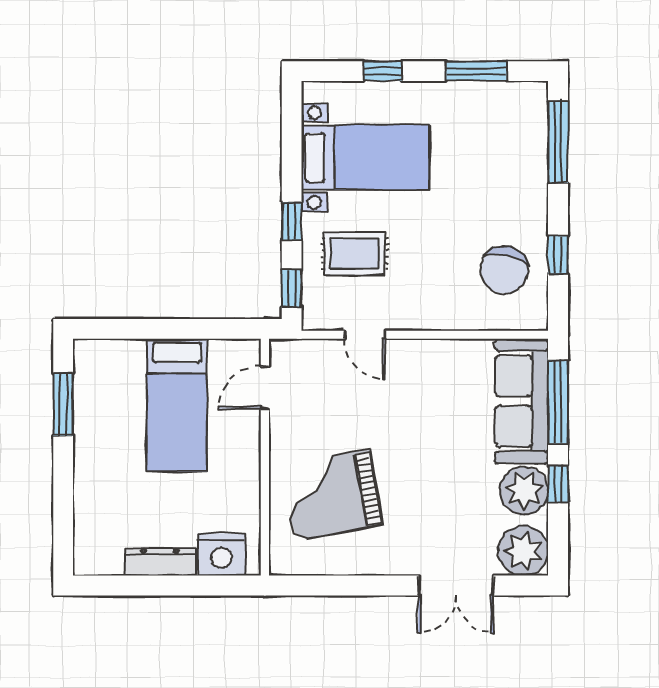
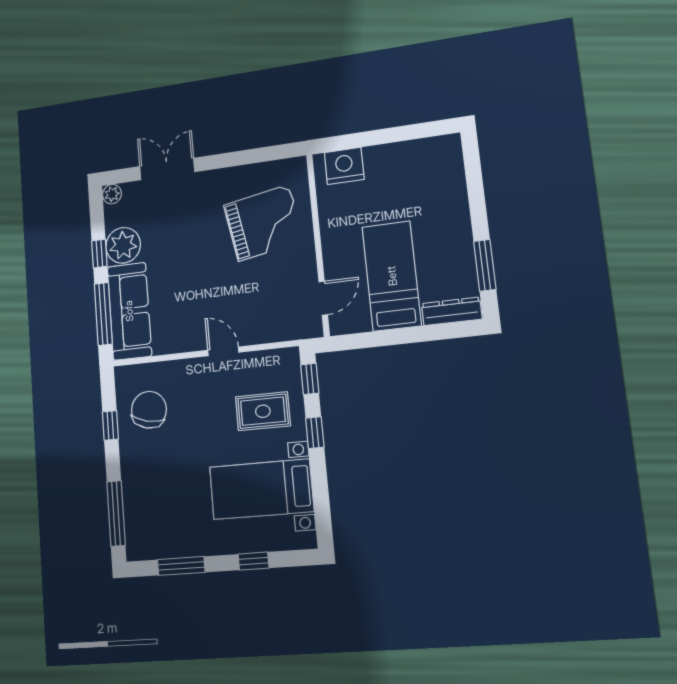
door: (365, 335) -> (223, 351), moved
plant: (523, 551) -> (112, 194), width x0.53, depth x0.53
dresser: (160, 562) -> (452, 311), moved, turned 180

